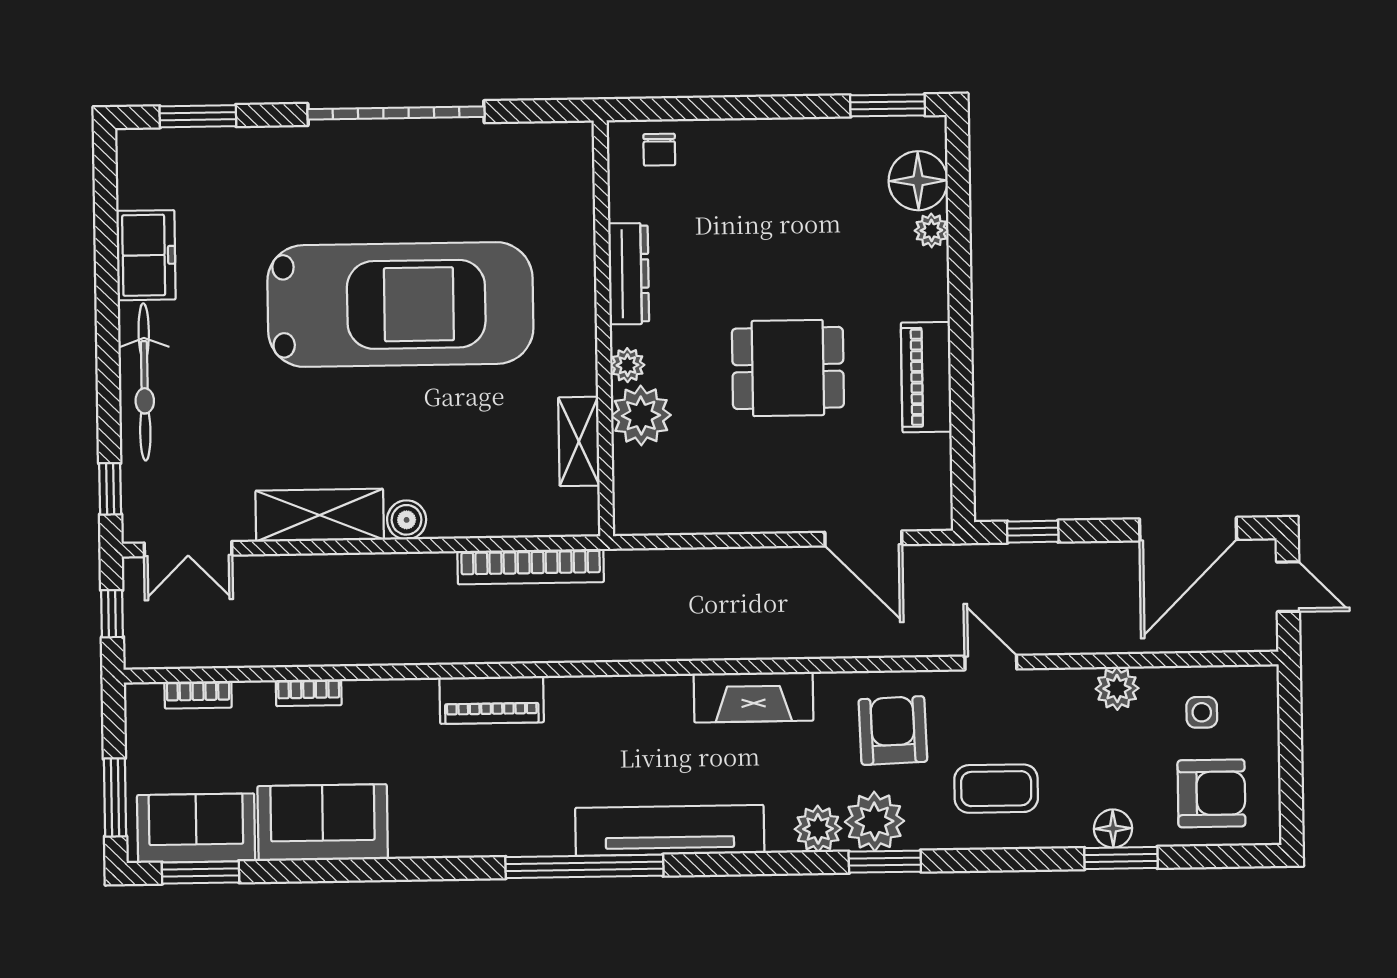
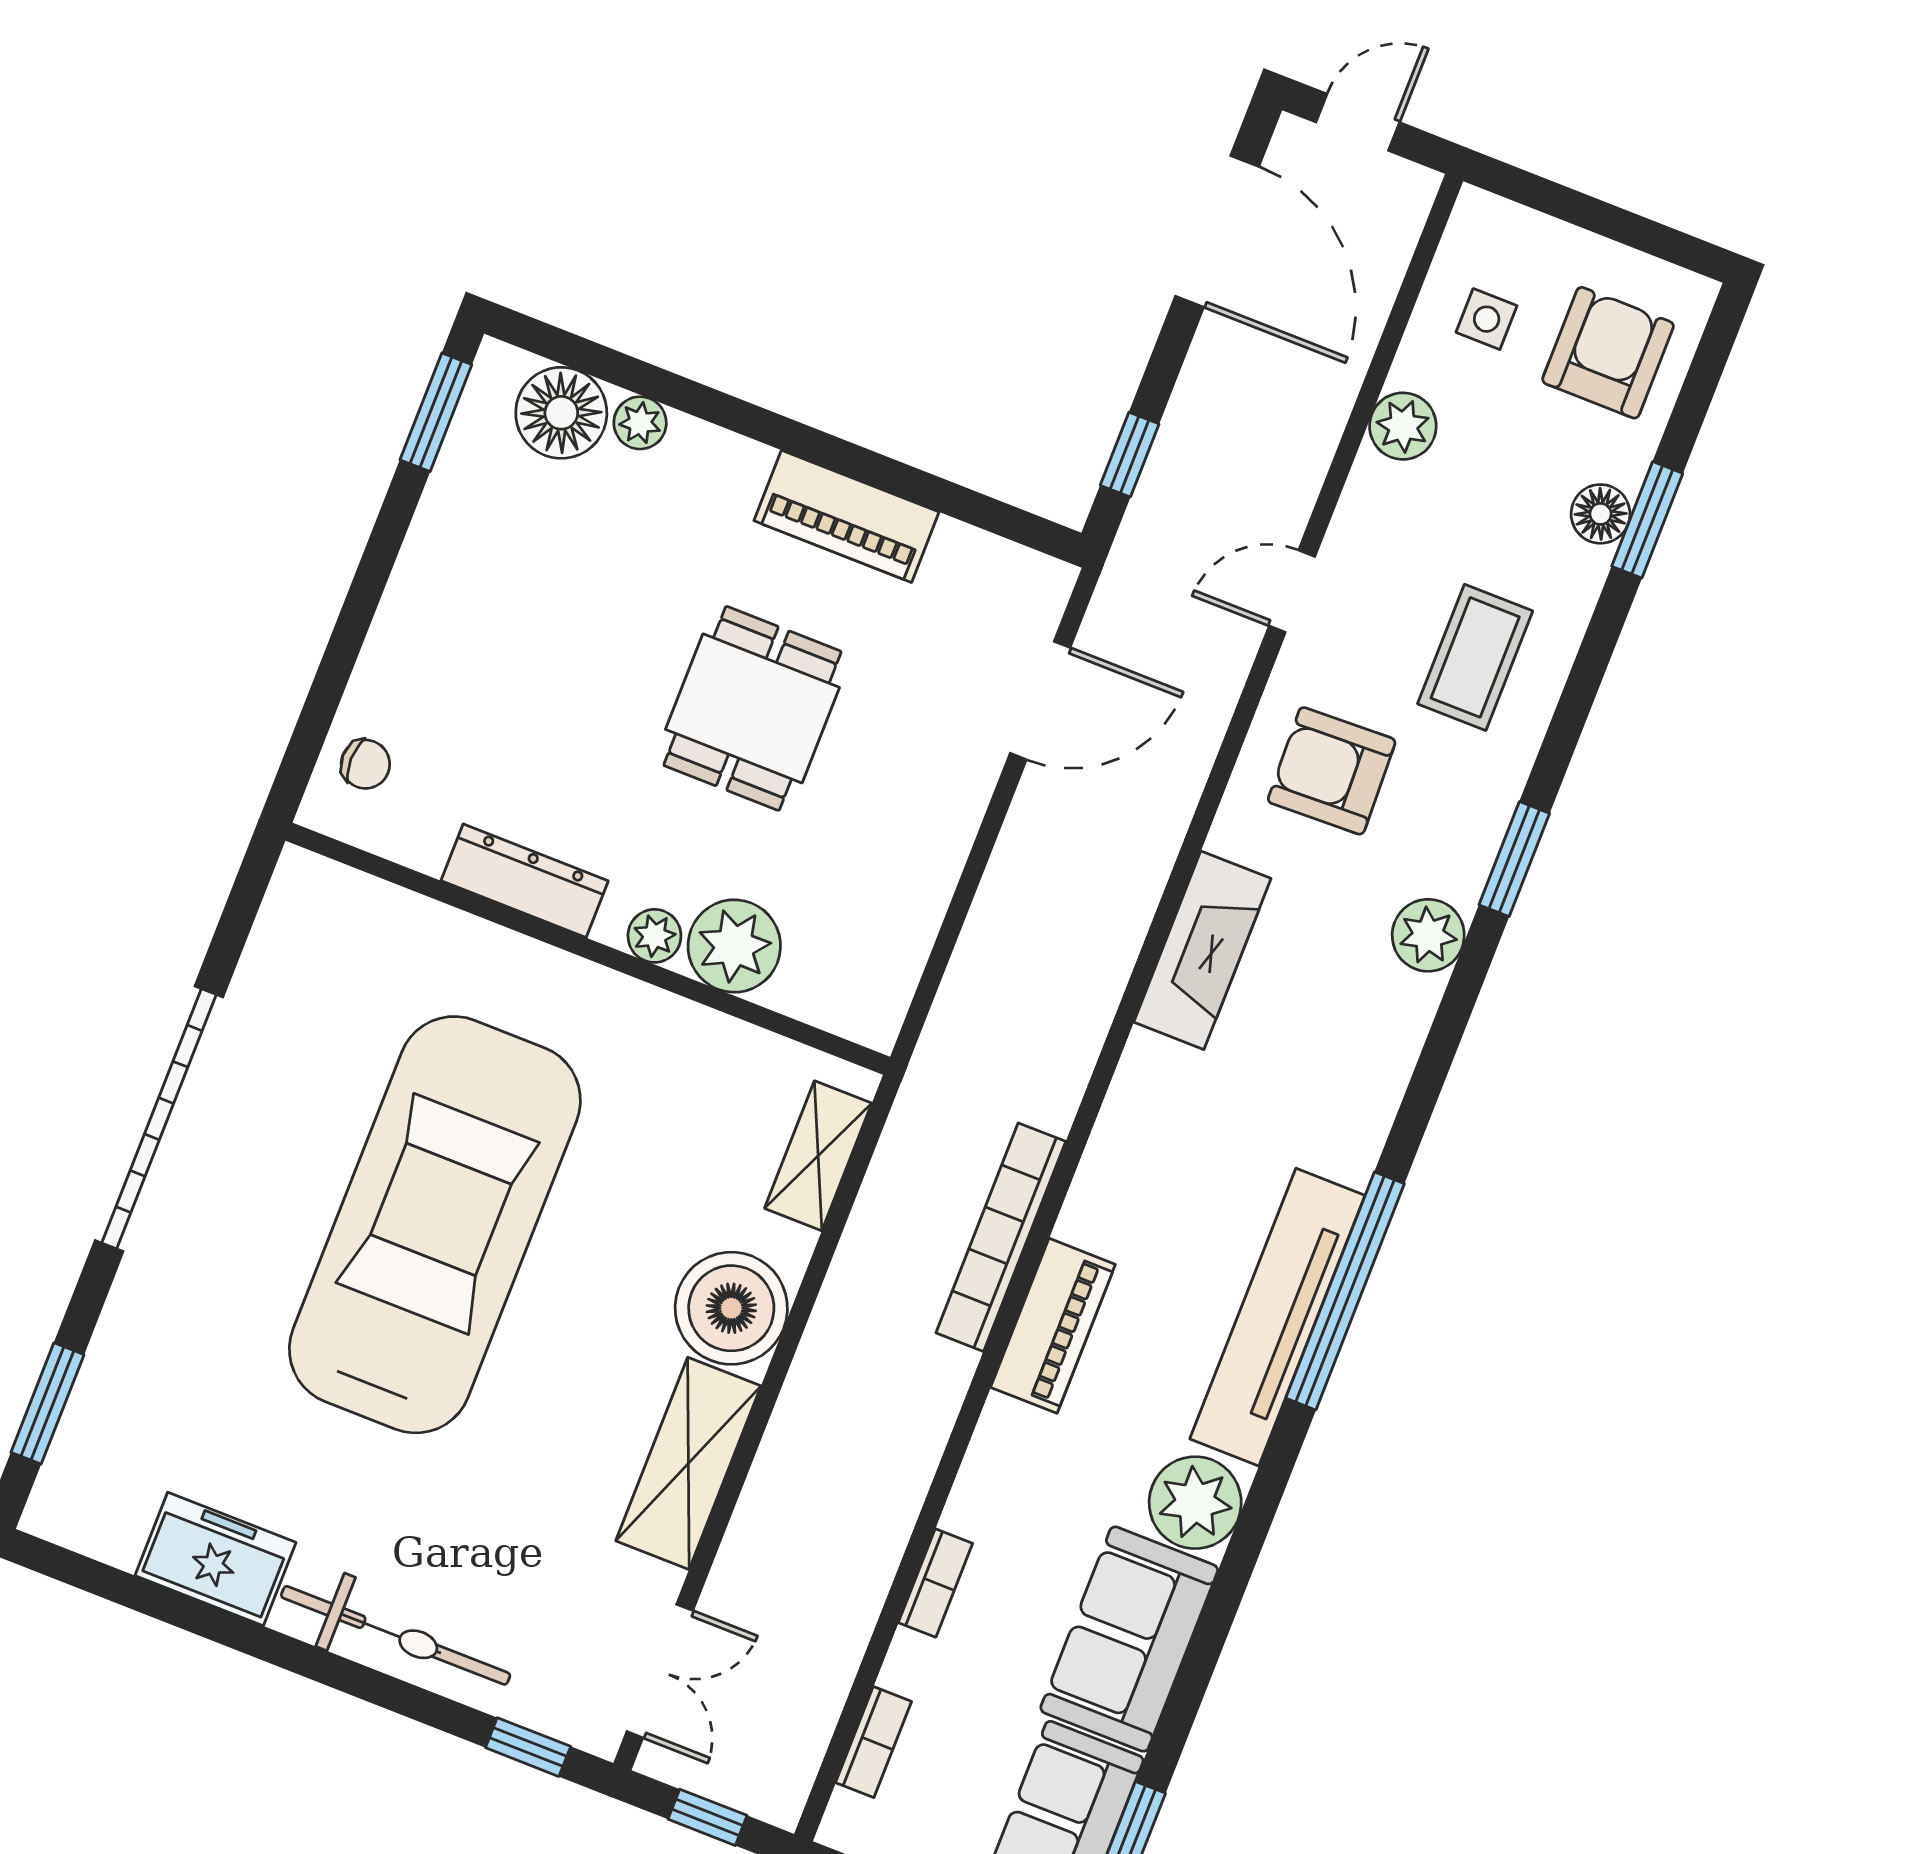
shelving: (579, 441) -> (818, 1156), moved, turned 90
boiler: (407, 520) -> (731, 1308), width x1.86, depth x1.86
bookcase: (531, 567) -> (1001, 1237), moved, turned 180
plant: (874, 821) -> (1195, 1503), moved
tv unit: (670, 830) -> (1277, 1317), moved

